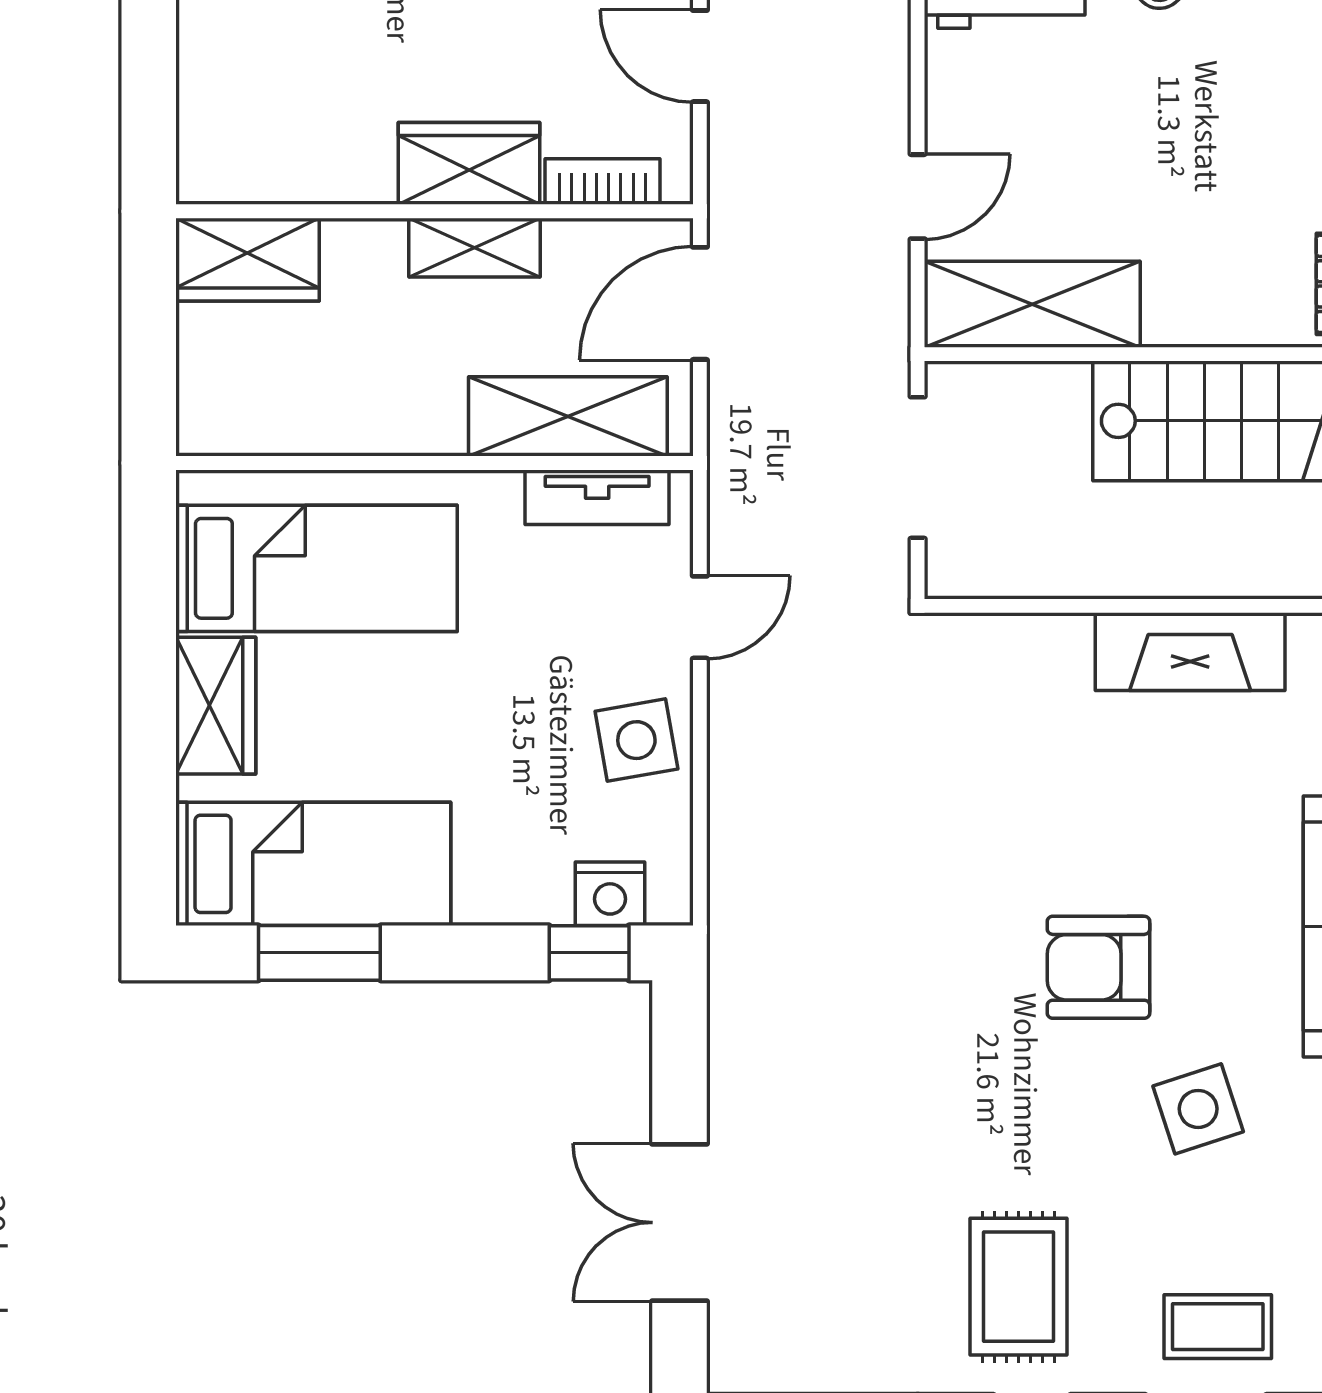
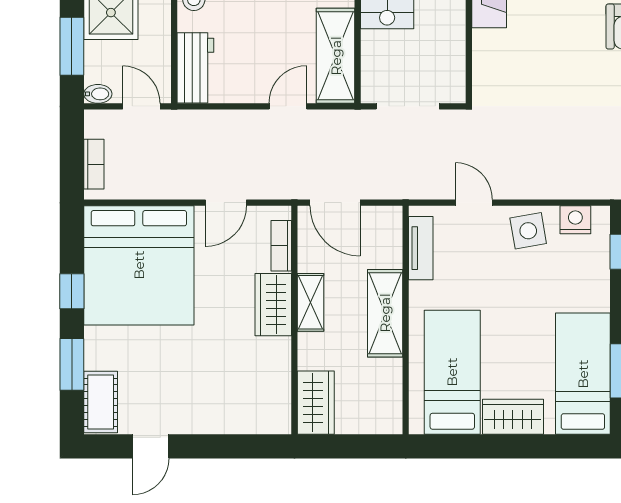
door: (918, 197) -> (288, 106), hinge flipped
shelving: (568, 416) -> (385, 313), moved
nightstand: (610, 894) -> (575, 220), moved, turned -90

